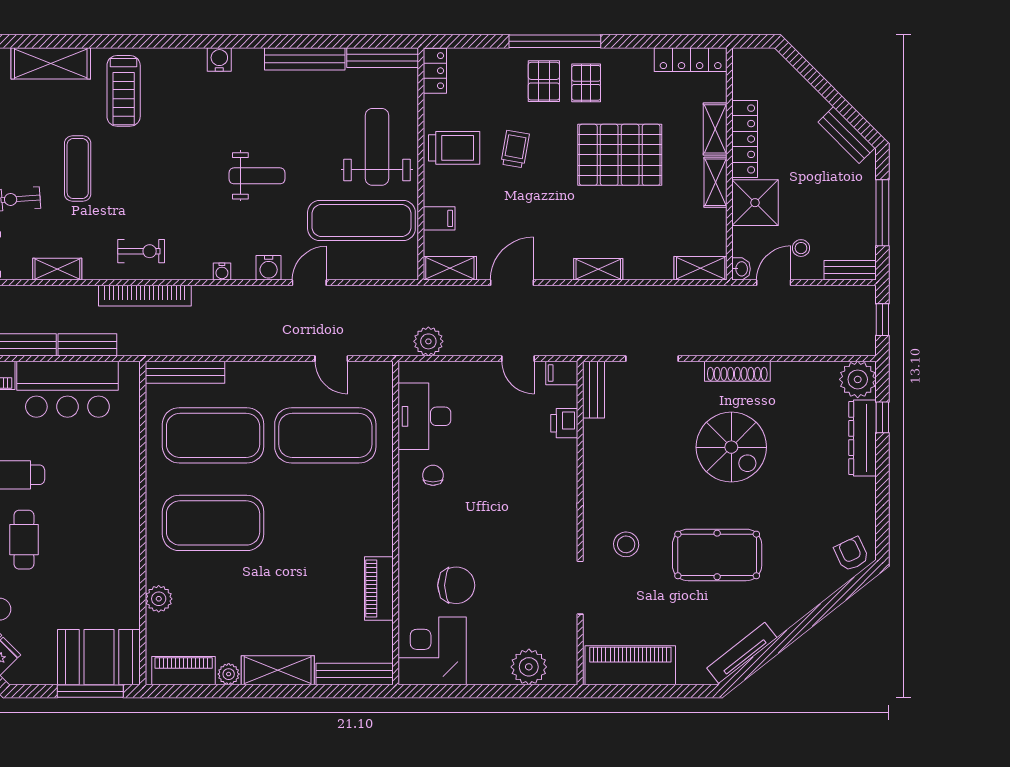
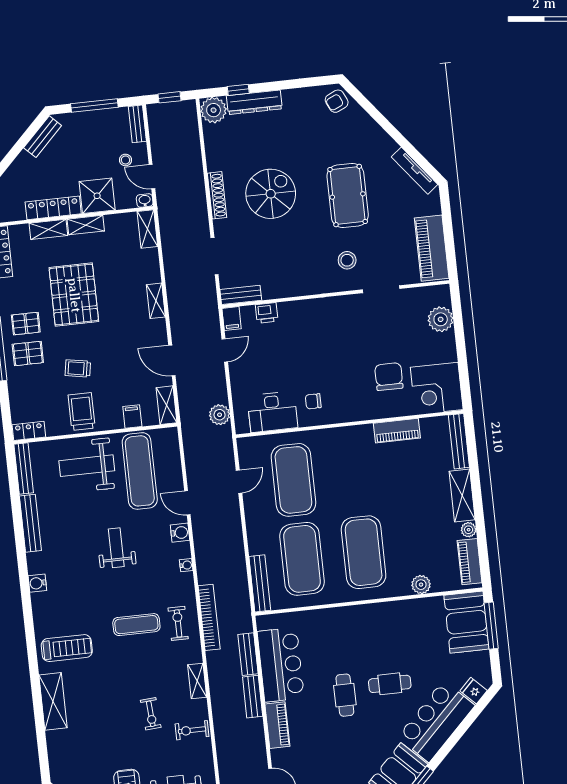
exercise mat: (78, 169) -> (136, 625), moved

